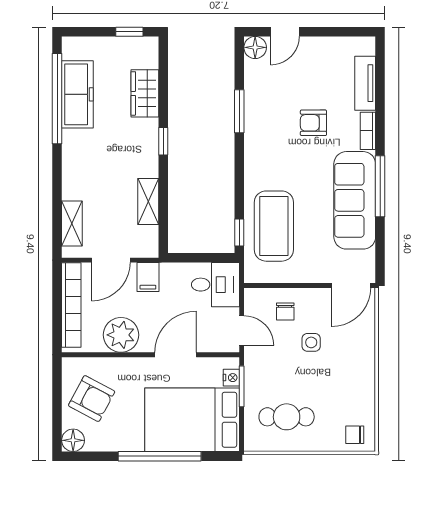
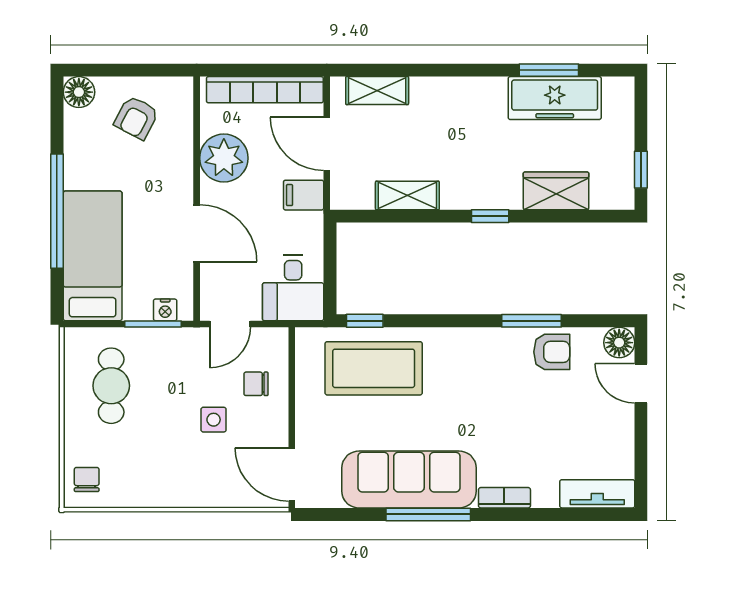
tv unit: (365, 83) -> (597, 494), moved
window: (57, 99) -> (549, 70), width x0.47
armchair: (313, 123) -> (552, 352), moved, turned 90
armchair: (92, 399) -> (136, 118), width x0.72, depth x0.72
bed: (192, 420) -> (93, 256), width x0.67

